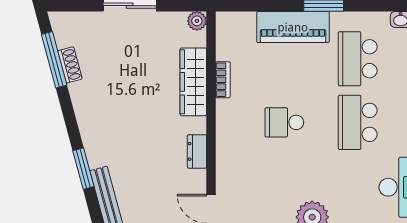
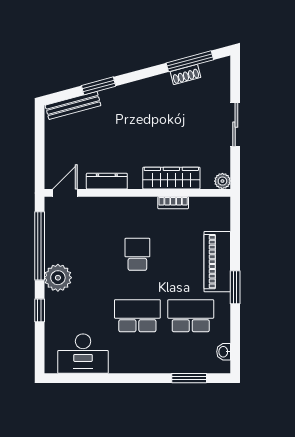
dresser: (197, 151) -> (107, 181), width x1.44

